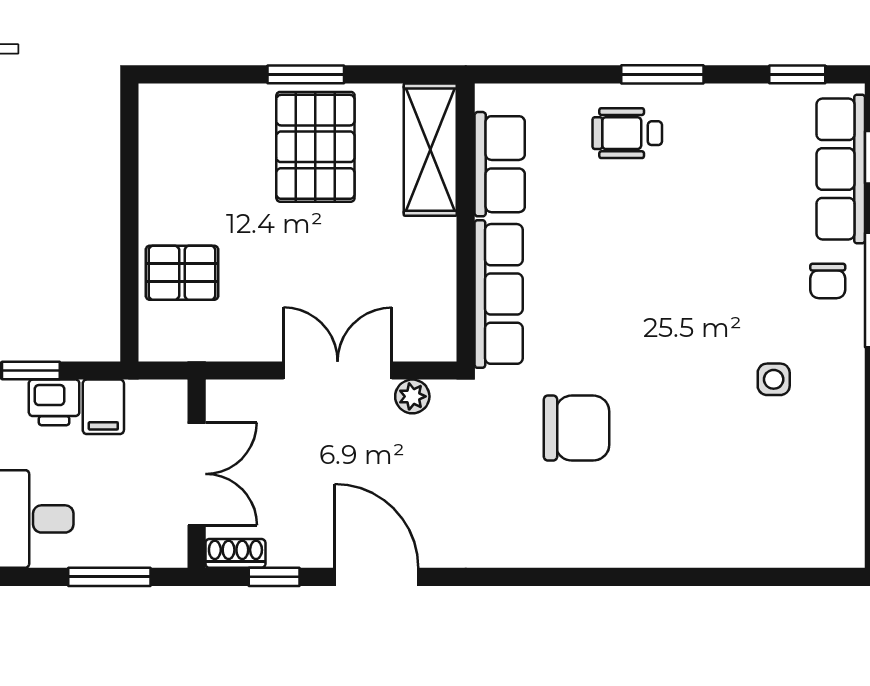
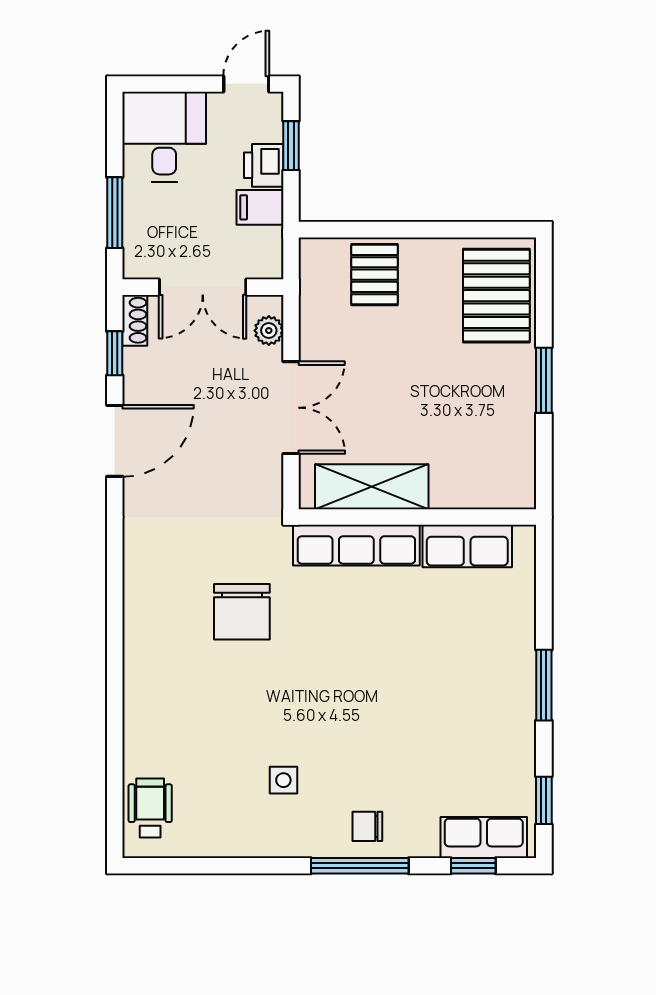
wheelchair: (627, 133) -> (150, 808), moved
pallet: (315, 147) -> (496, 296), moved, turned 90
shelving: (430, 150) -> (372, 487), moved
row of seats: (841, 169) -> (484, 837), width x0.68
plant: (412, 396) -> (269, 331), moved

